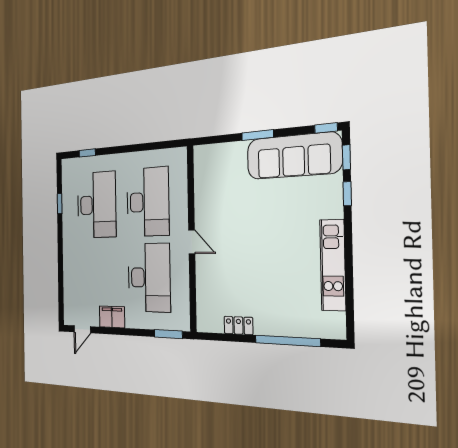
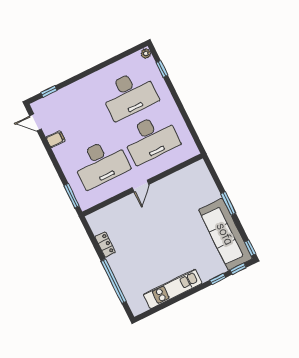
plant: (67, 165) -> (146, 53), added
window: (60, 204) -> (49, 92), moved
filing cabinet: (112, 317) -> (56, 139), width x0.50

